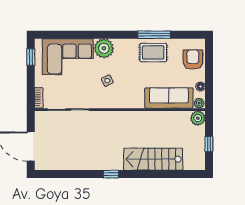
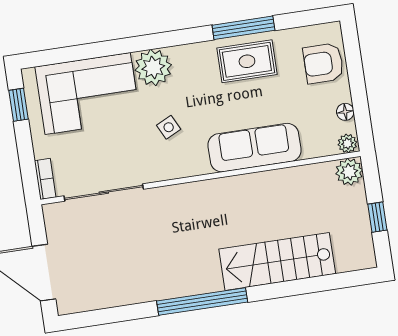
armchair: (193, 60) -> (323, 63), turned -90
sofa: (169, 98) -> (255, 148), moved
window: (111, 174) -> (202, 302), width x3.17

